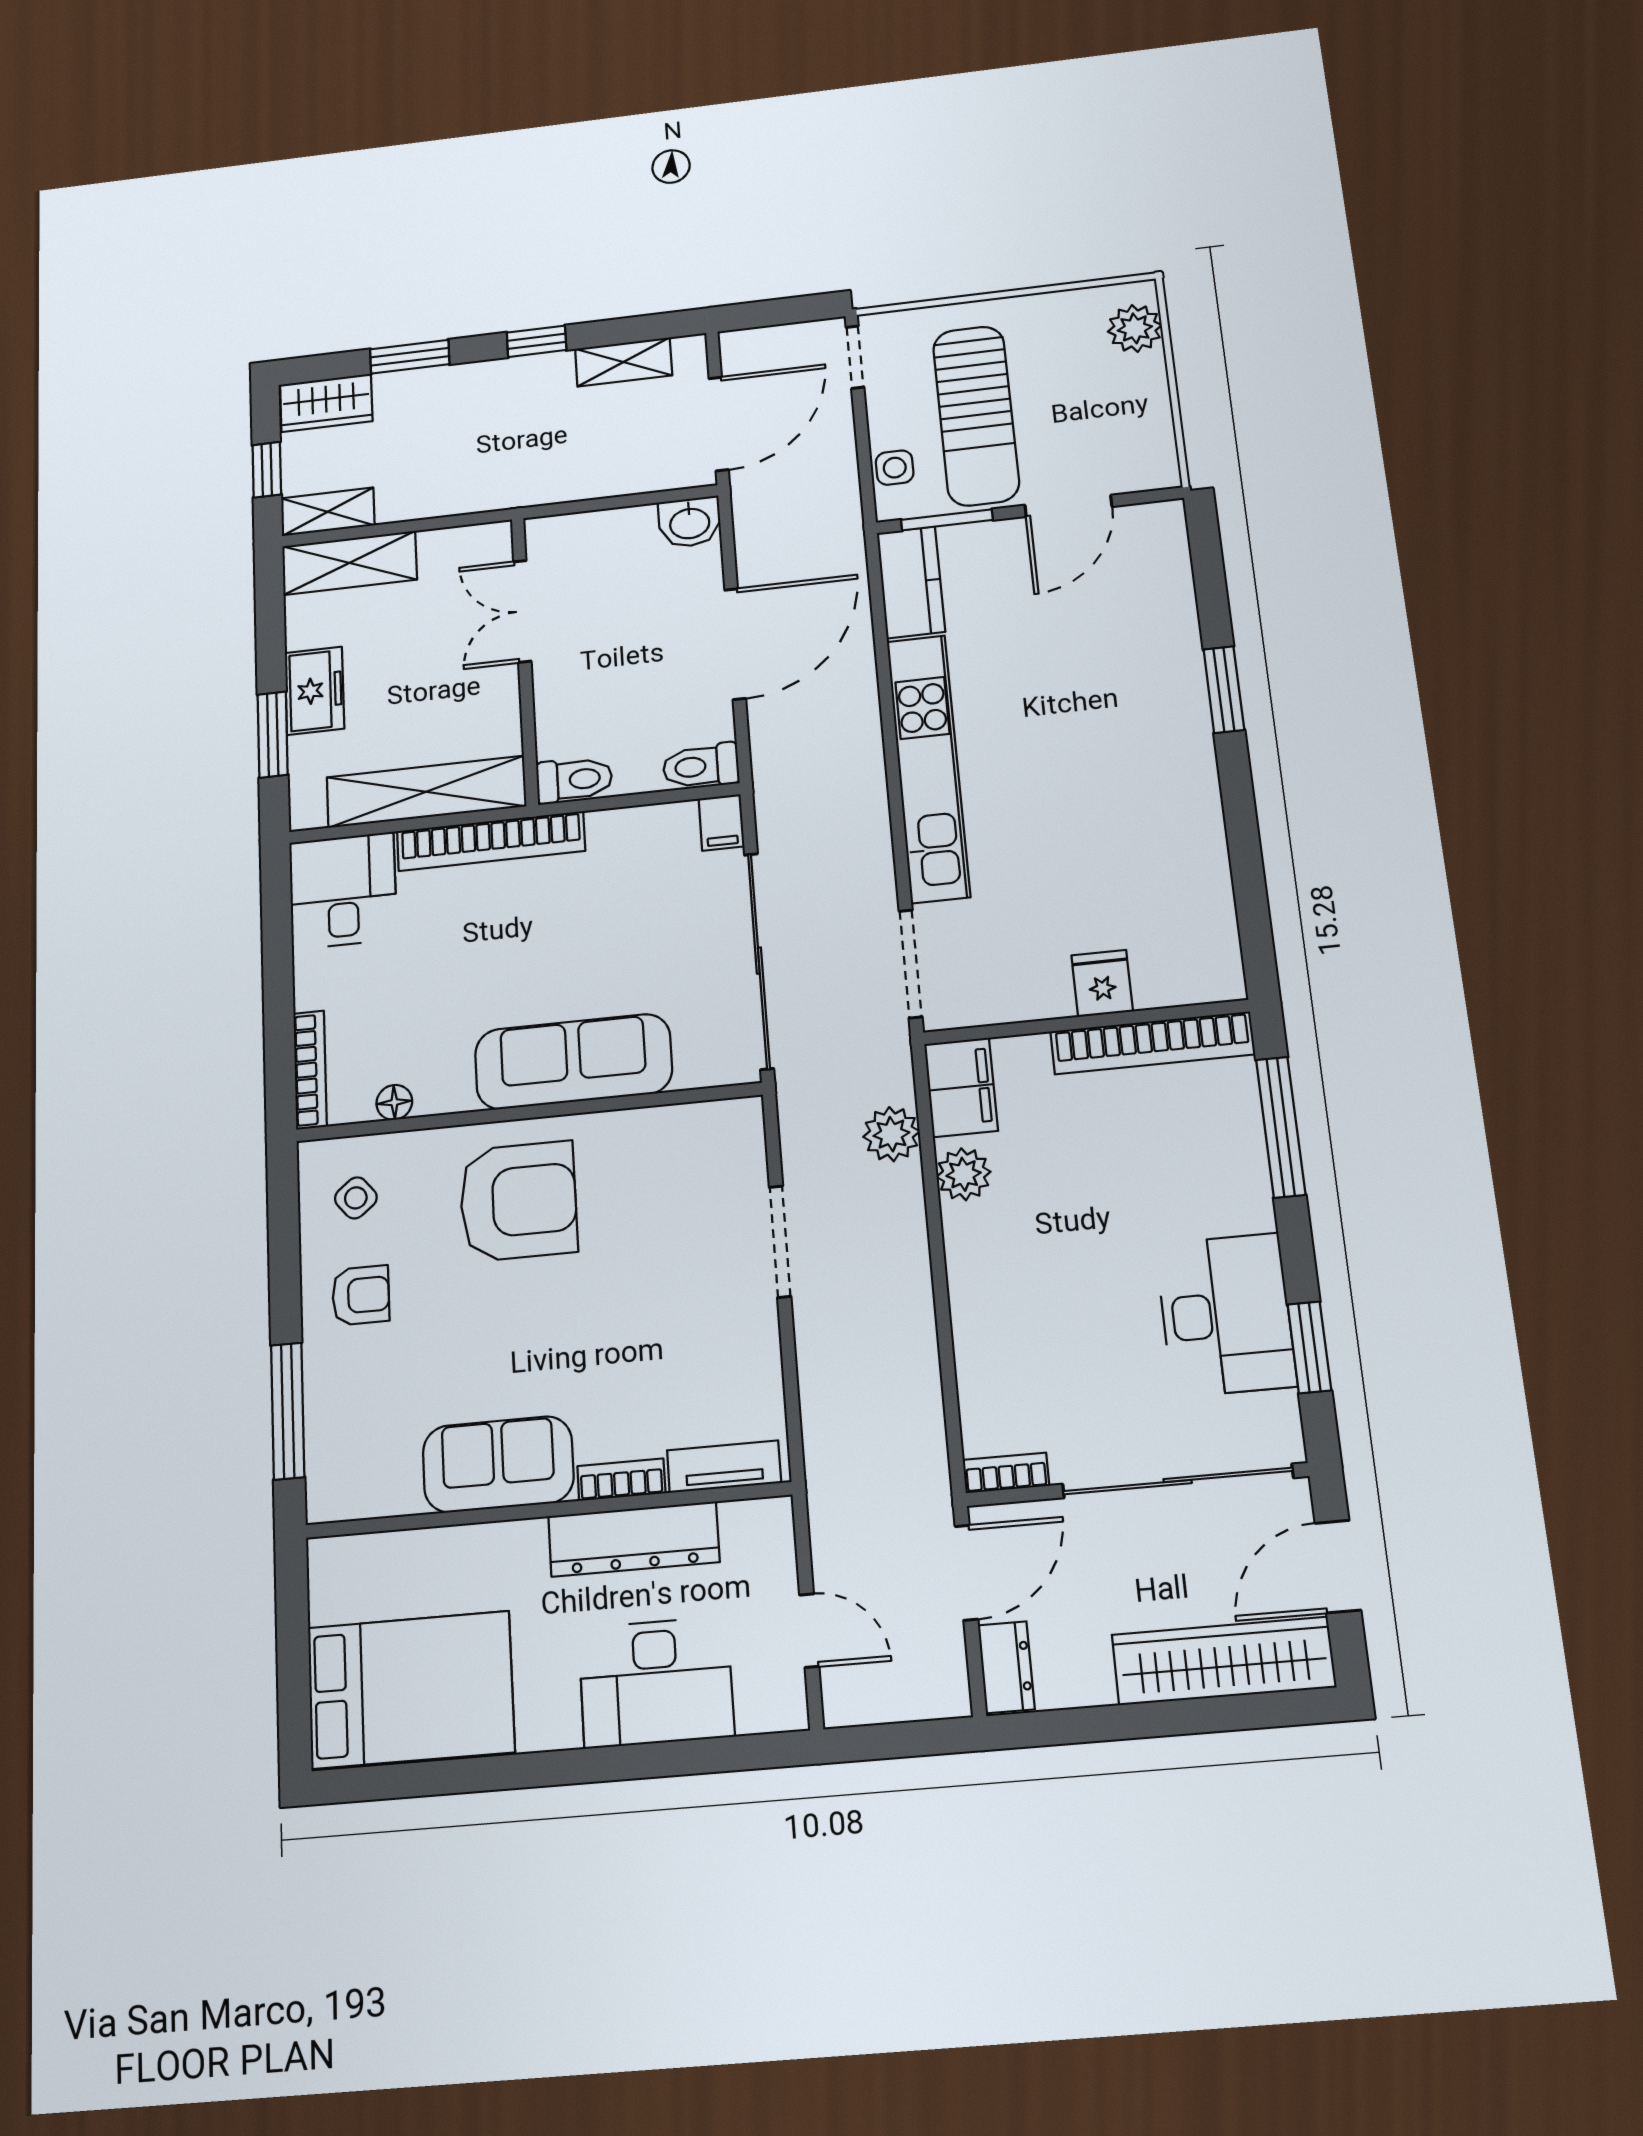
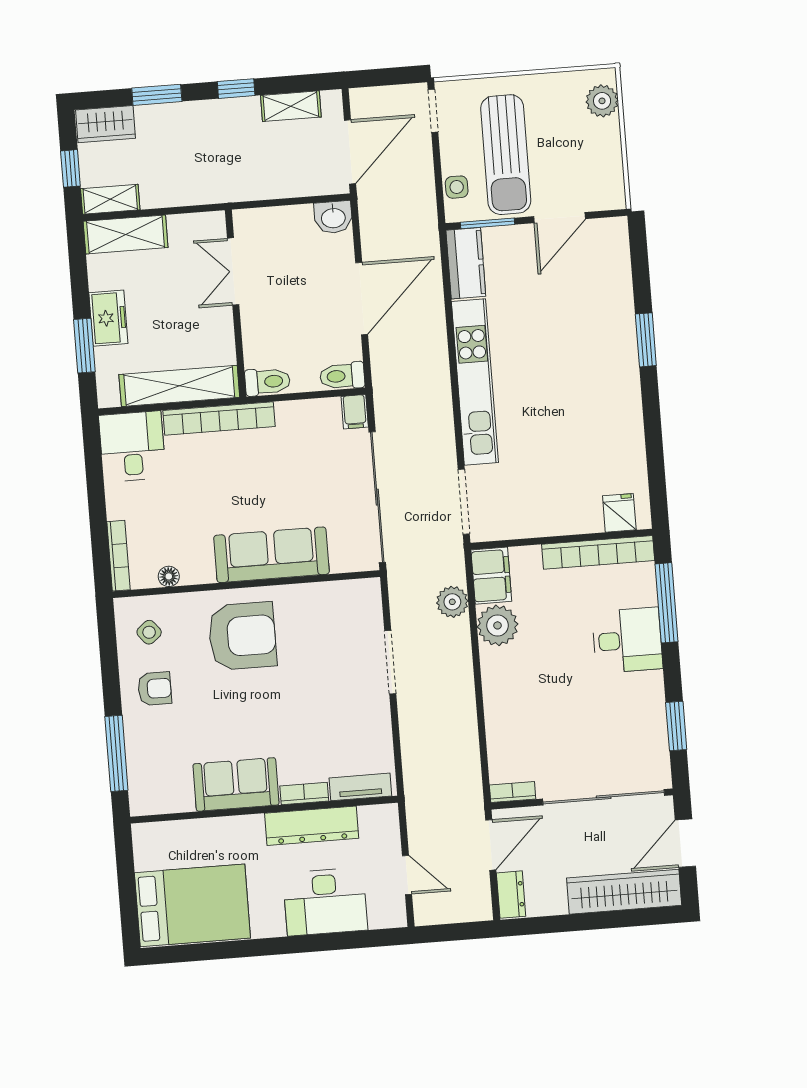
fridge: (1102, 983) -> (619, 513), moved
plant: (963, 1174) -> (498, 625), width x1.36, depth x1.36
desk: (1226, 1315) -> (627, 640), moved, width x0.73

